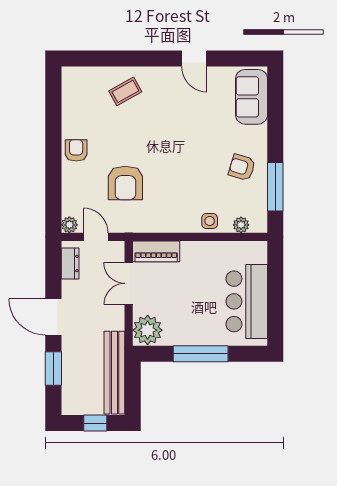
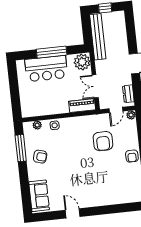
coffee table: (125, 91) -> (108, 191), removed
armchair: (125, 183) -> (103, 141), turned 180
door: (96, 237) -> (116, 110), hinge flipped
double door: (129, 283) -> (95, 86), swing flipped
bar counter: (247, 301) -> (46, 69), moved, turned 90
window: (53, 369) -> (131, 35), removed

